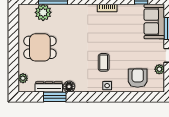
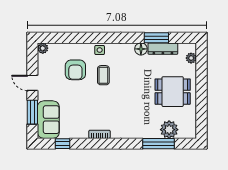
plant: (159, 69) -> (43, 48), moved
armchair: (138, 78) -> (75, 70), moved

